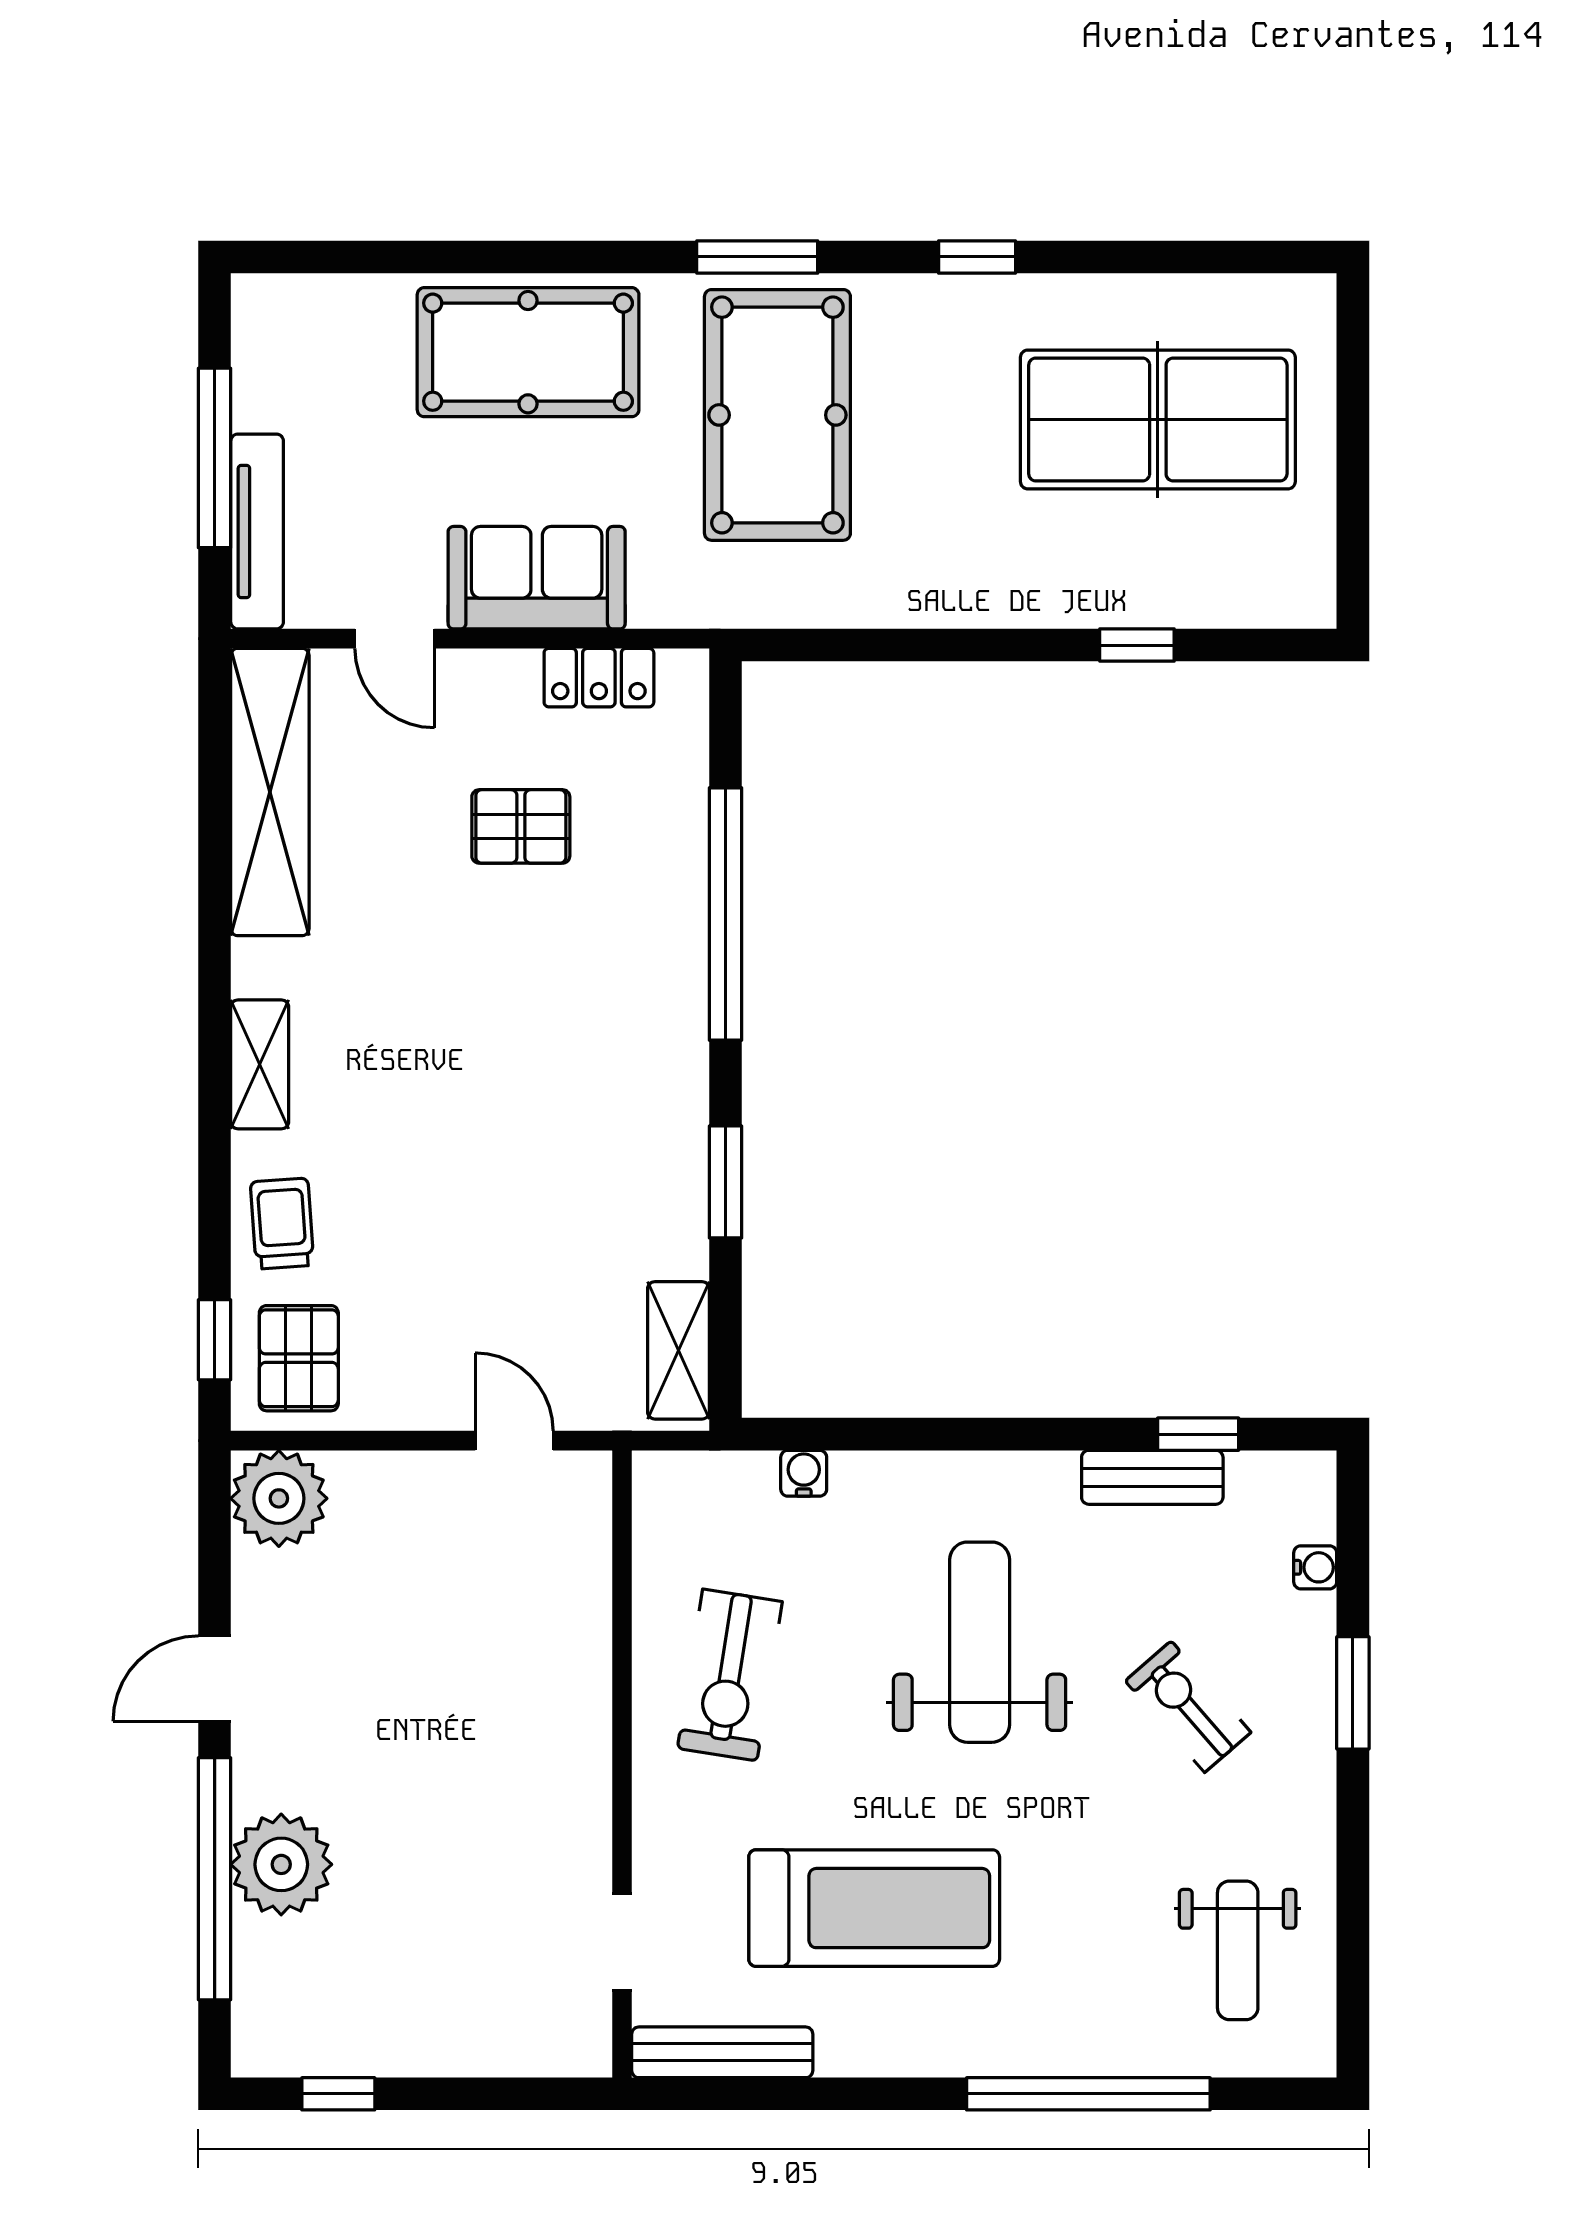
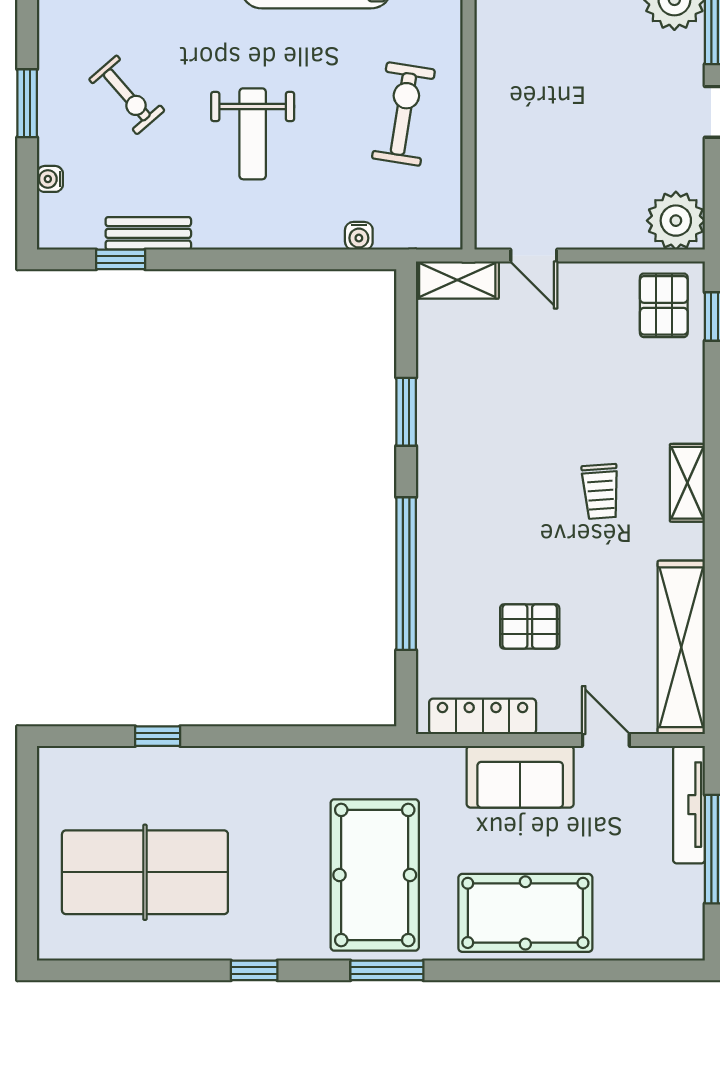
locker: (599, 678) -> (483, 716), width x1.53
trolley: (282, 1224) -> (601, 491), moved
shelving: (678, 1350) -> (457, 280), moved, turned 90
weight bench: (980, 1642) -> (253, 134), width x0.73, depth x0.75

